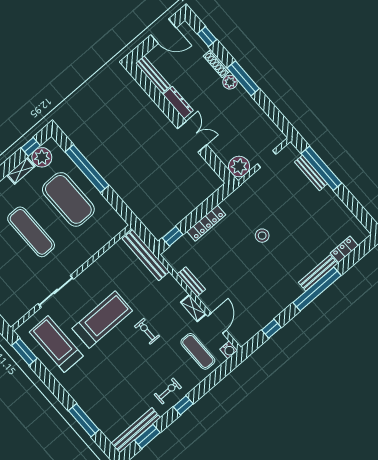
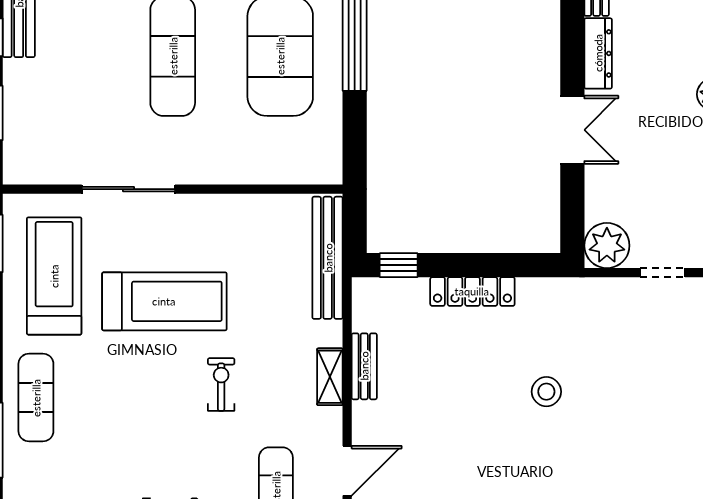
shelving: (193, 308) -> (330, 377), moved
exercise mat: (87, 392) -> (36, 398), added

